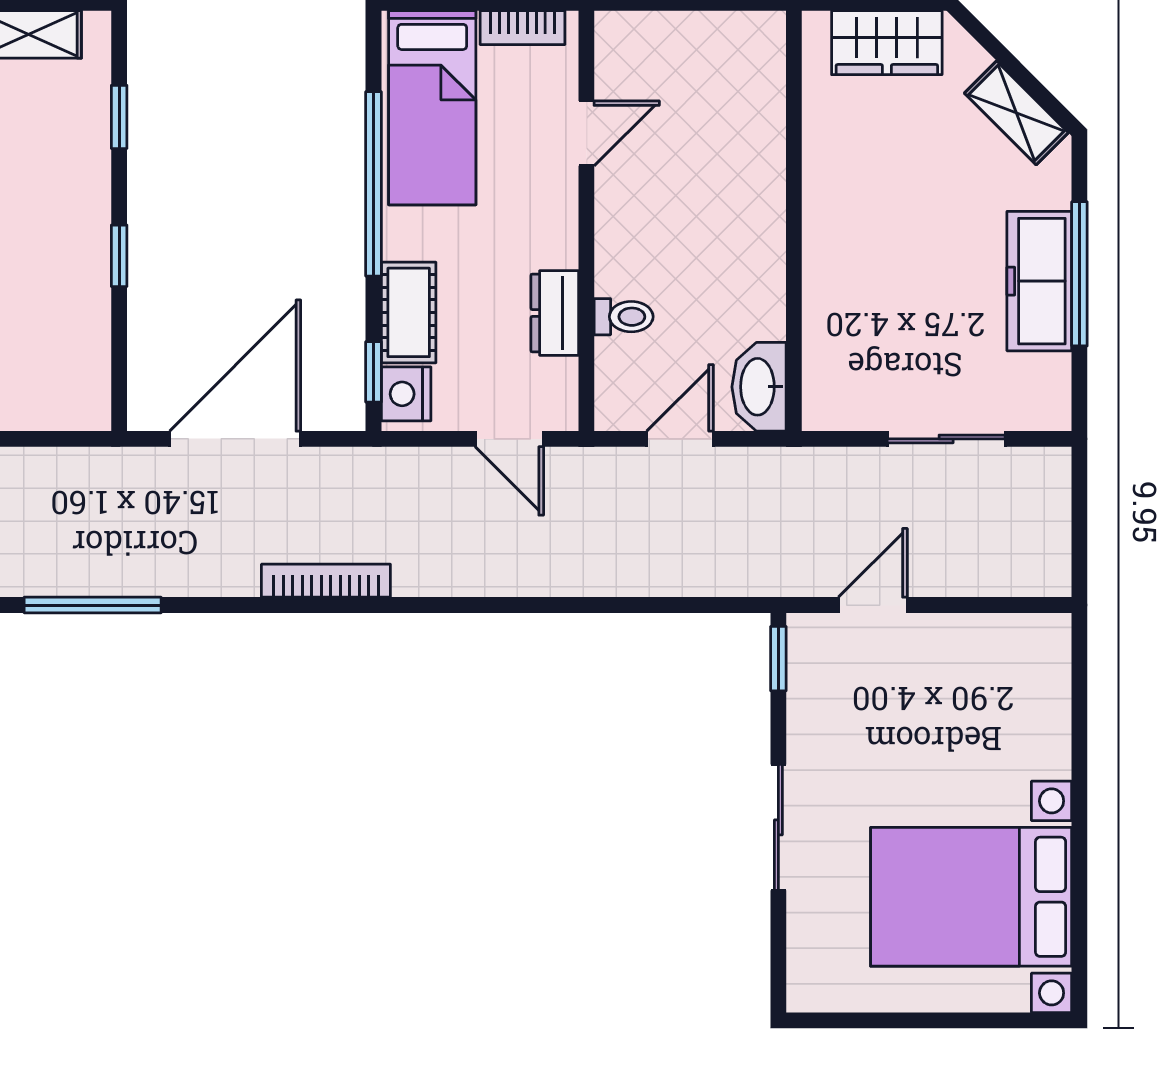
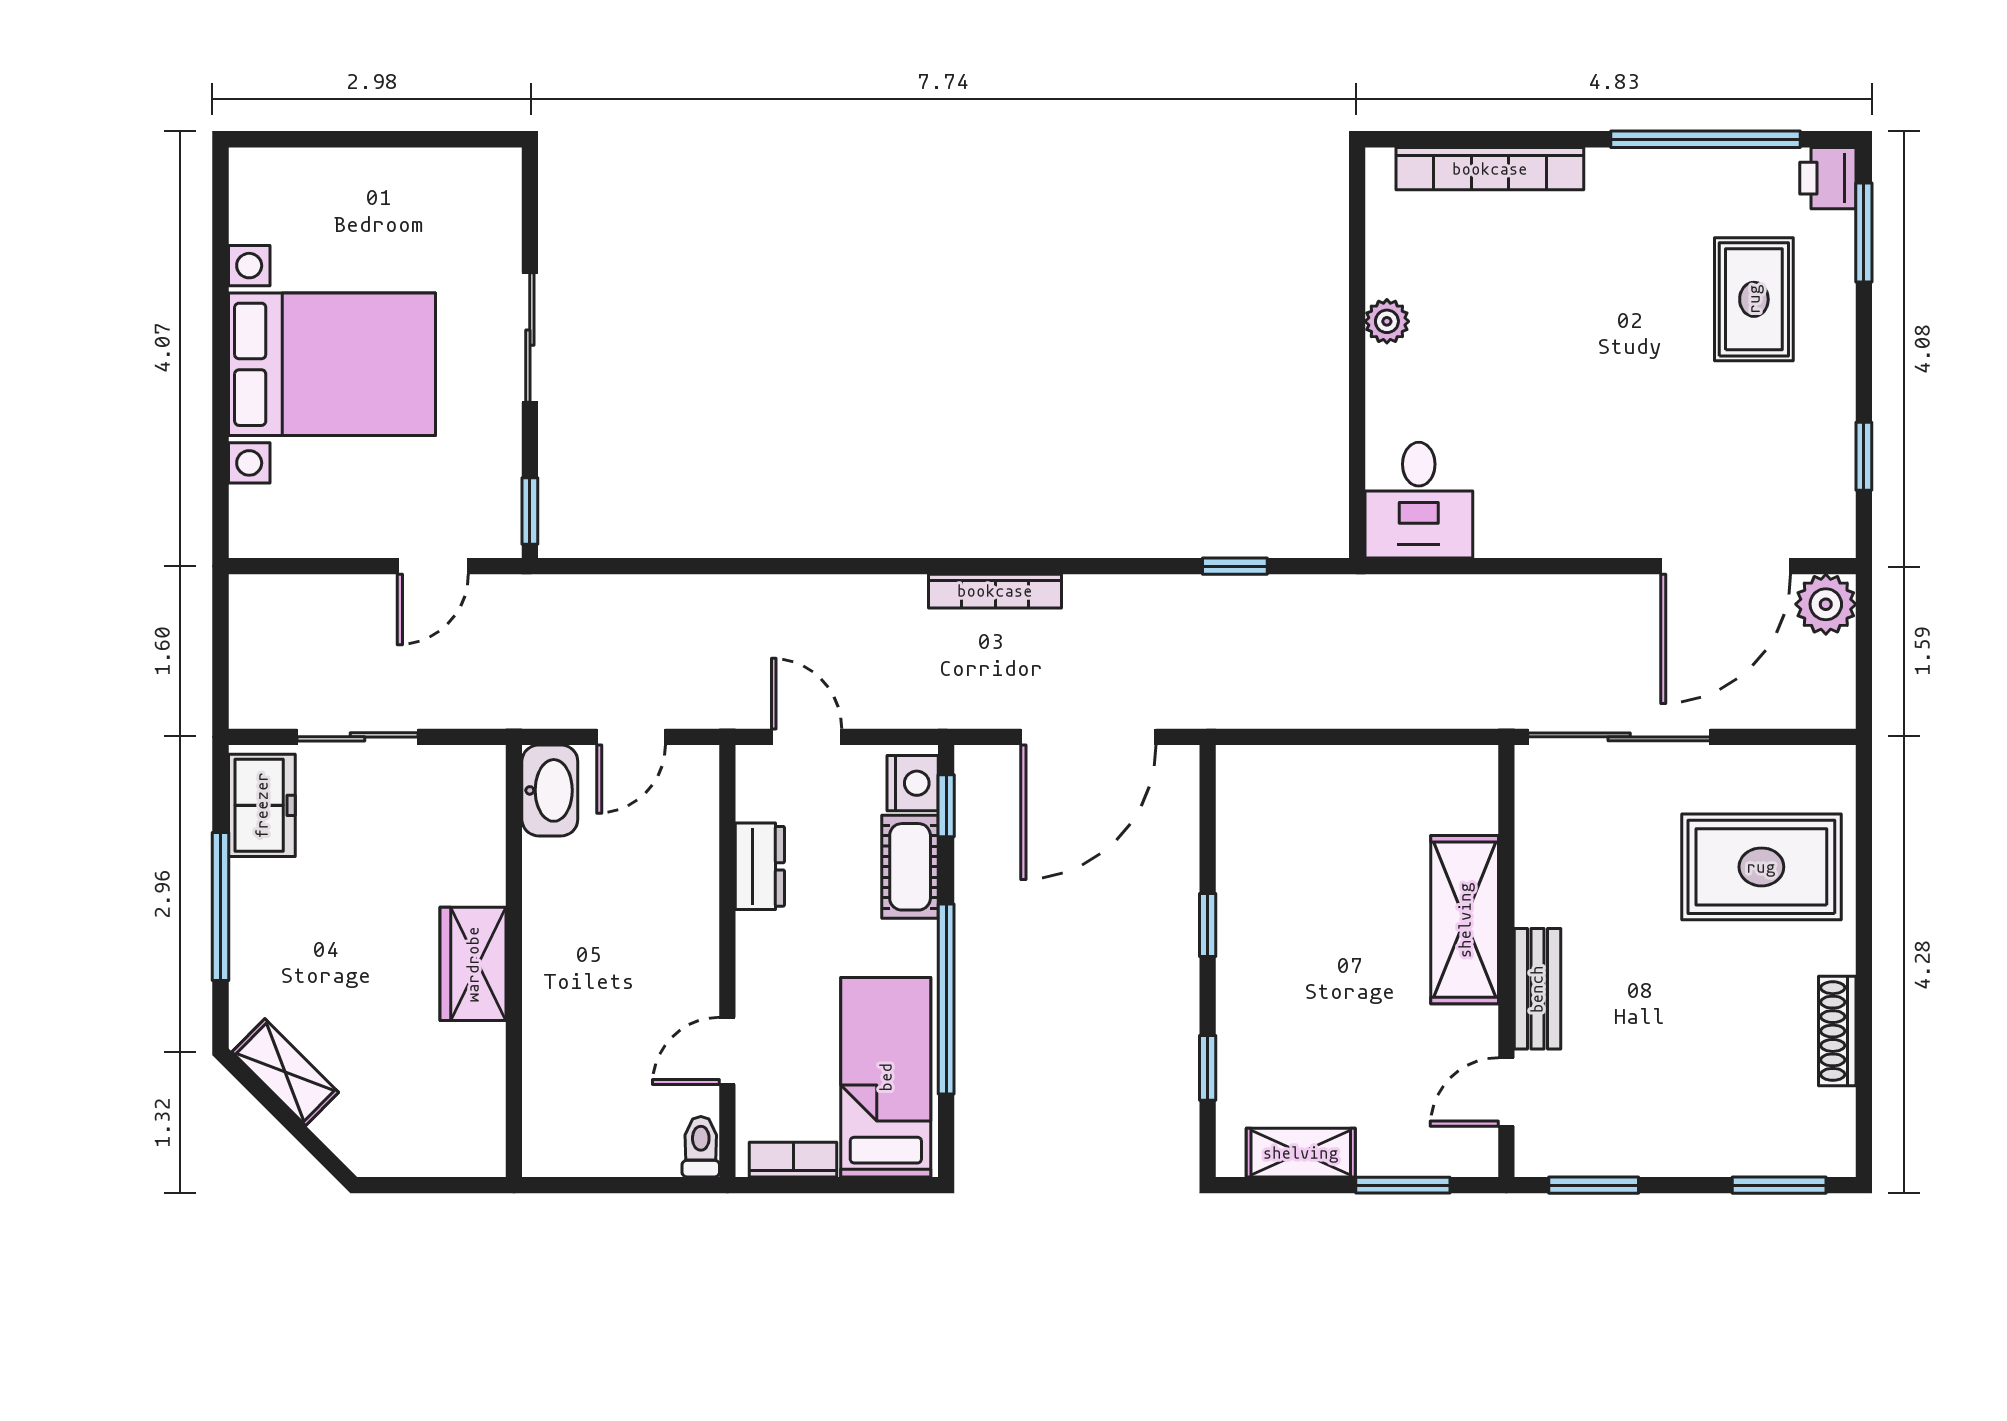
wardrobe: (887, 43) -> (473, 964), moved, turned -90
freezer: (1039, 281) -> (262, 805), moved, width x0.71
toilet: (624, 317) -> (701, 1147), moved, turned 90
window: (93, 605) -> (1235, 566), width x0.46
bed with nightstands: (971, 897) -> (332, 364), moved

